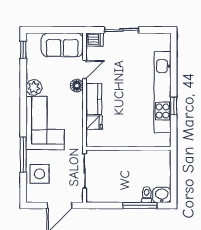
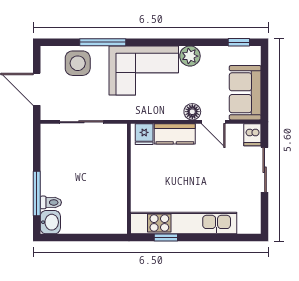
wall: (128, 148) -> (129, 179), moved

